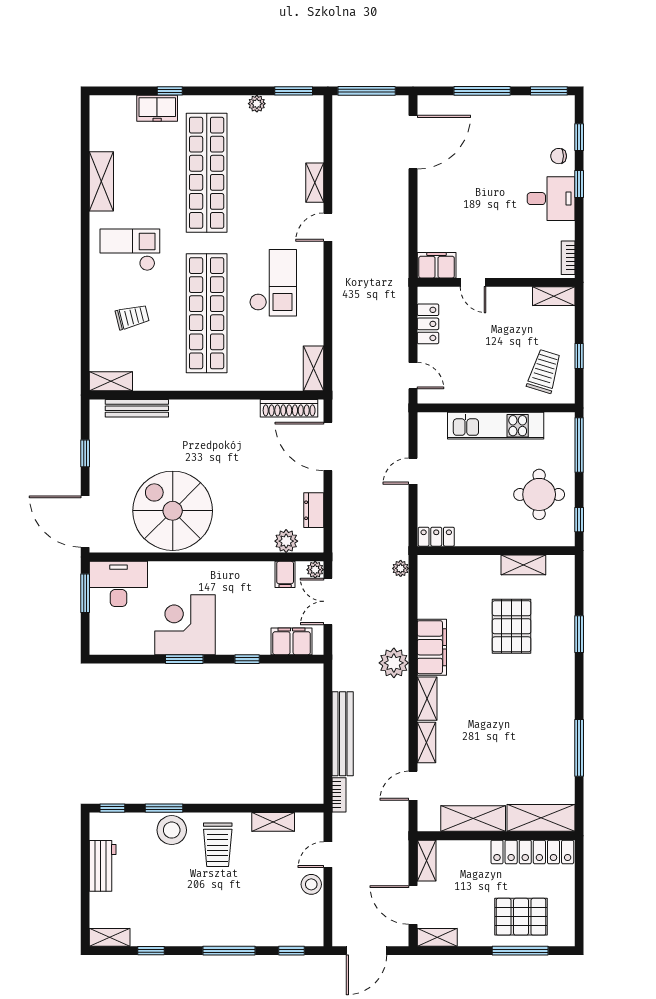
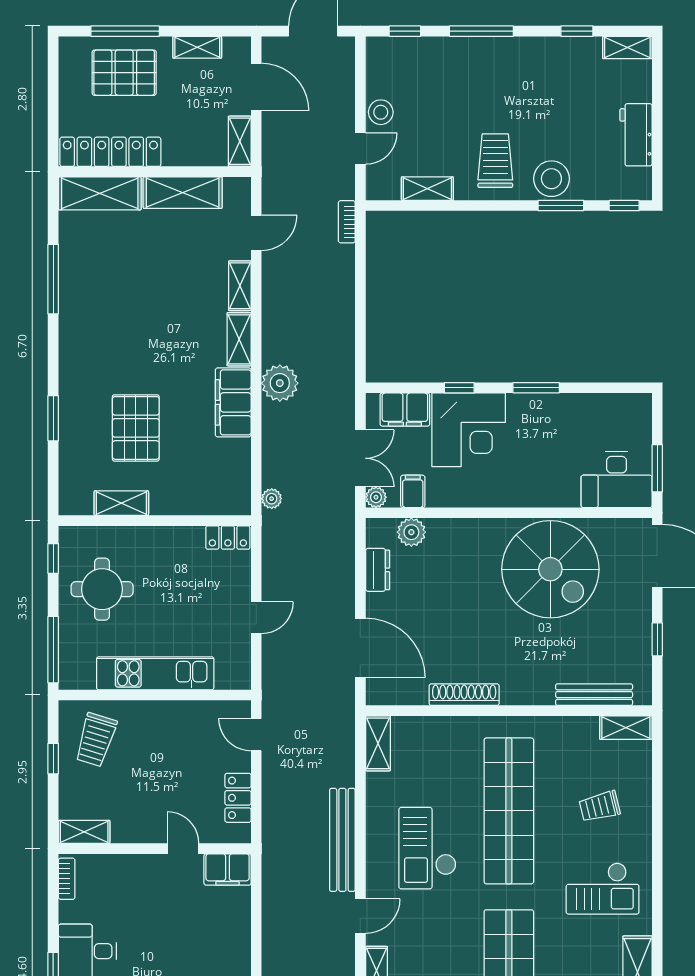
shoe rack: (289, 408) -> (464, 695), moved
corner desk: (185, 625) -> (469, 430), moved
bench: (343, 734) -> (342, 840), moved
shelving: (437, 937) -> (197, 47), moved

